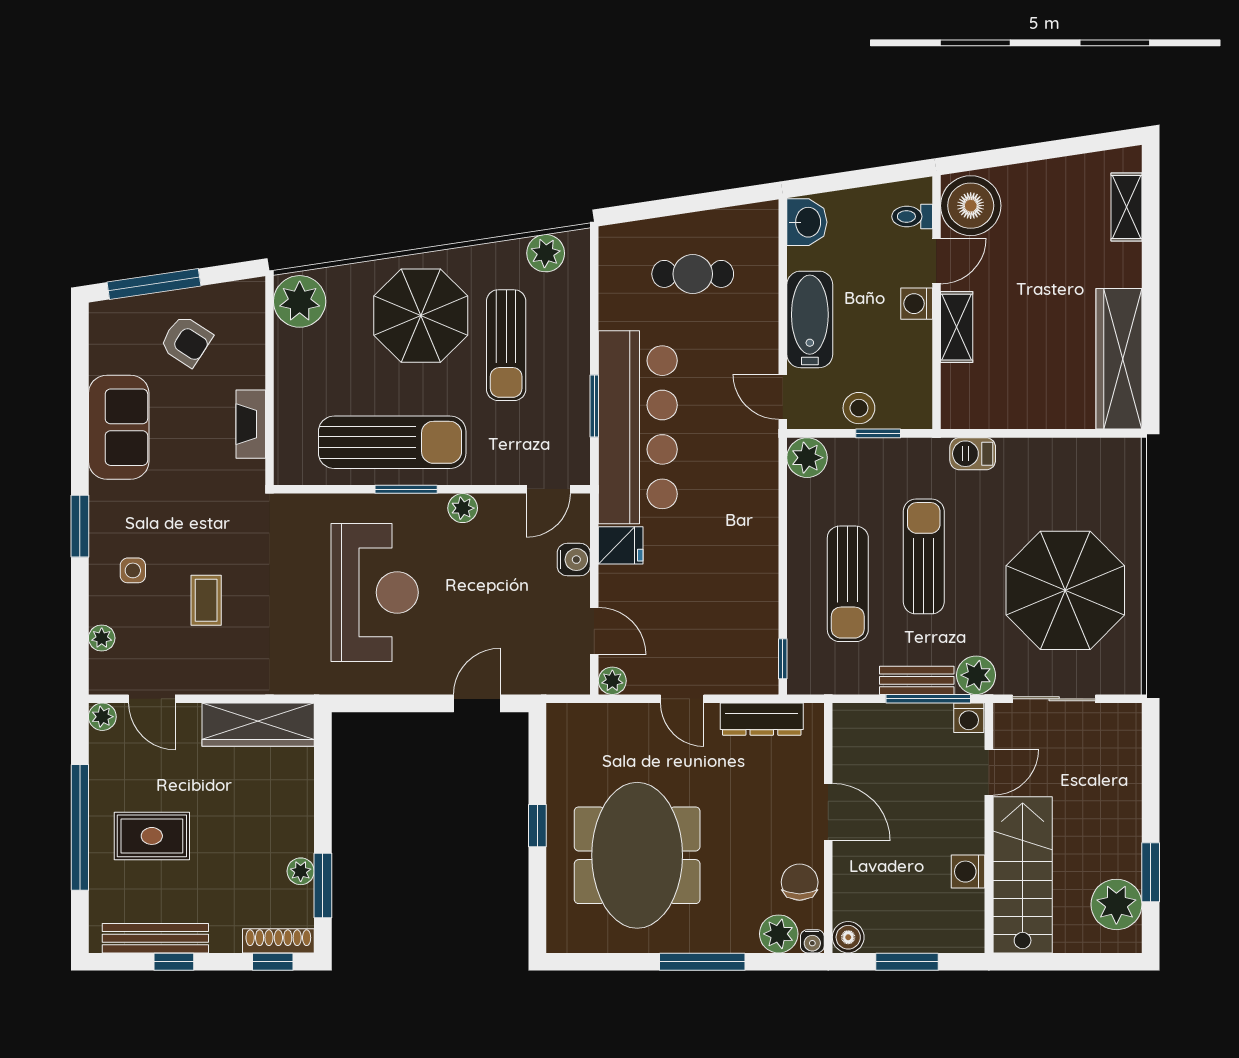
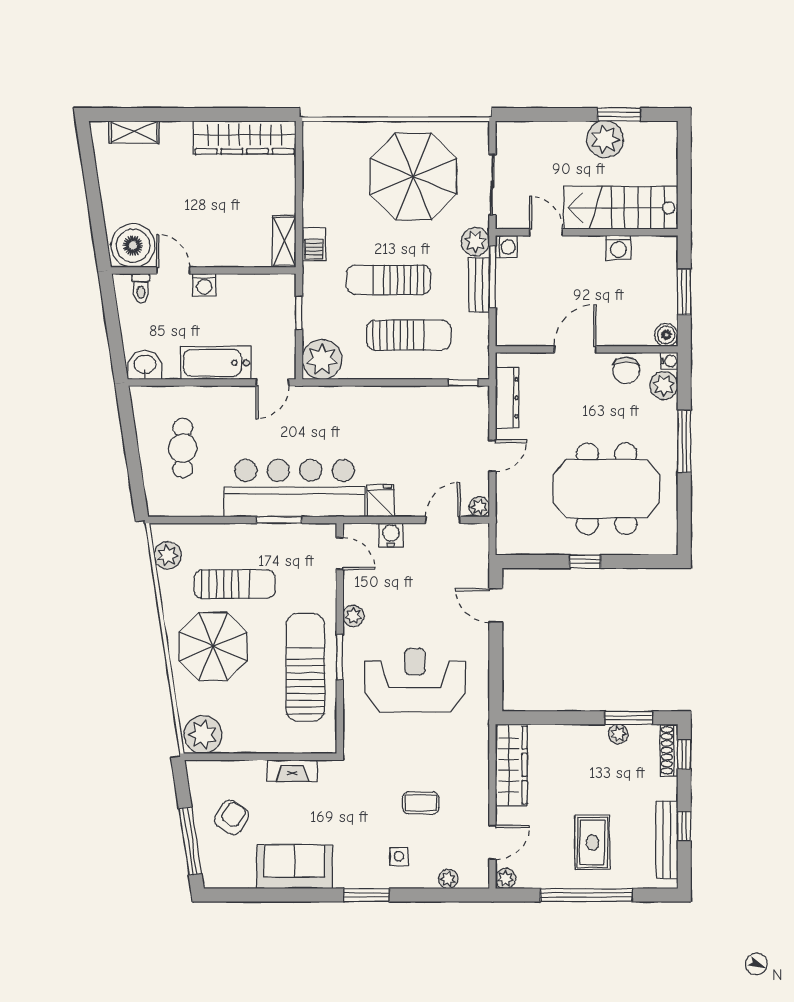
shelving: (957, 327) -> (284, 241), moved, turned 90
stool: (859, 408) -> (280, 327), removed
plant: (807, 458) -> (322, 359), width x1.36, depth x1.36
chair: (800, 882) -> (626, 370), turned -90
plant: (1116, 904) -> (605, 139), moved

